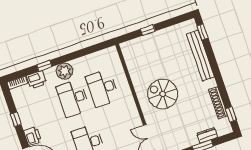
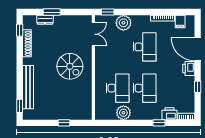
plant: (65, 71) -> (123, 113), moved

